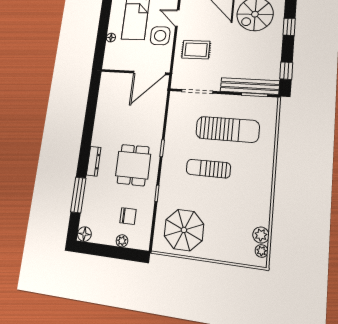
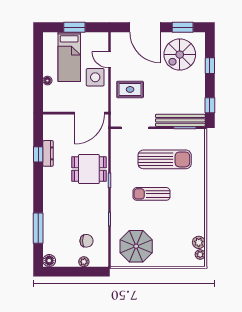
window: (90, 113) -> (38, 154), added
dresser: (94, 161) -> (48, 153), moved
dining table: (133, 165) -> (89, 169), moved, turned 90

